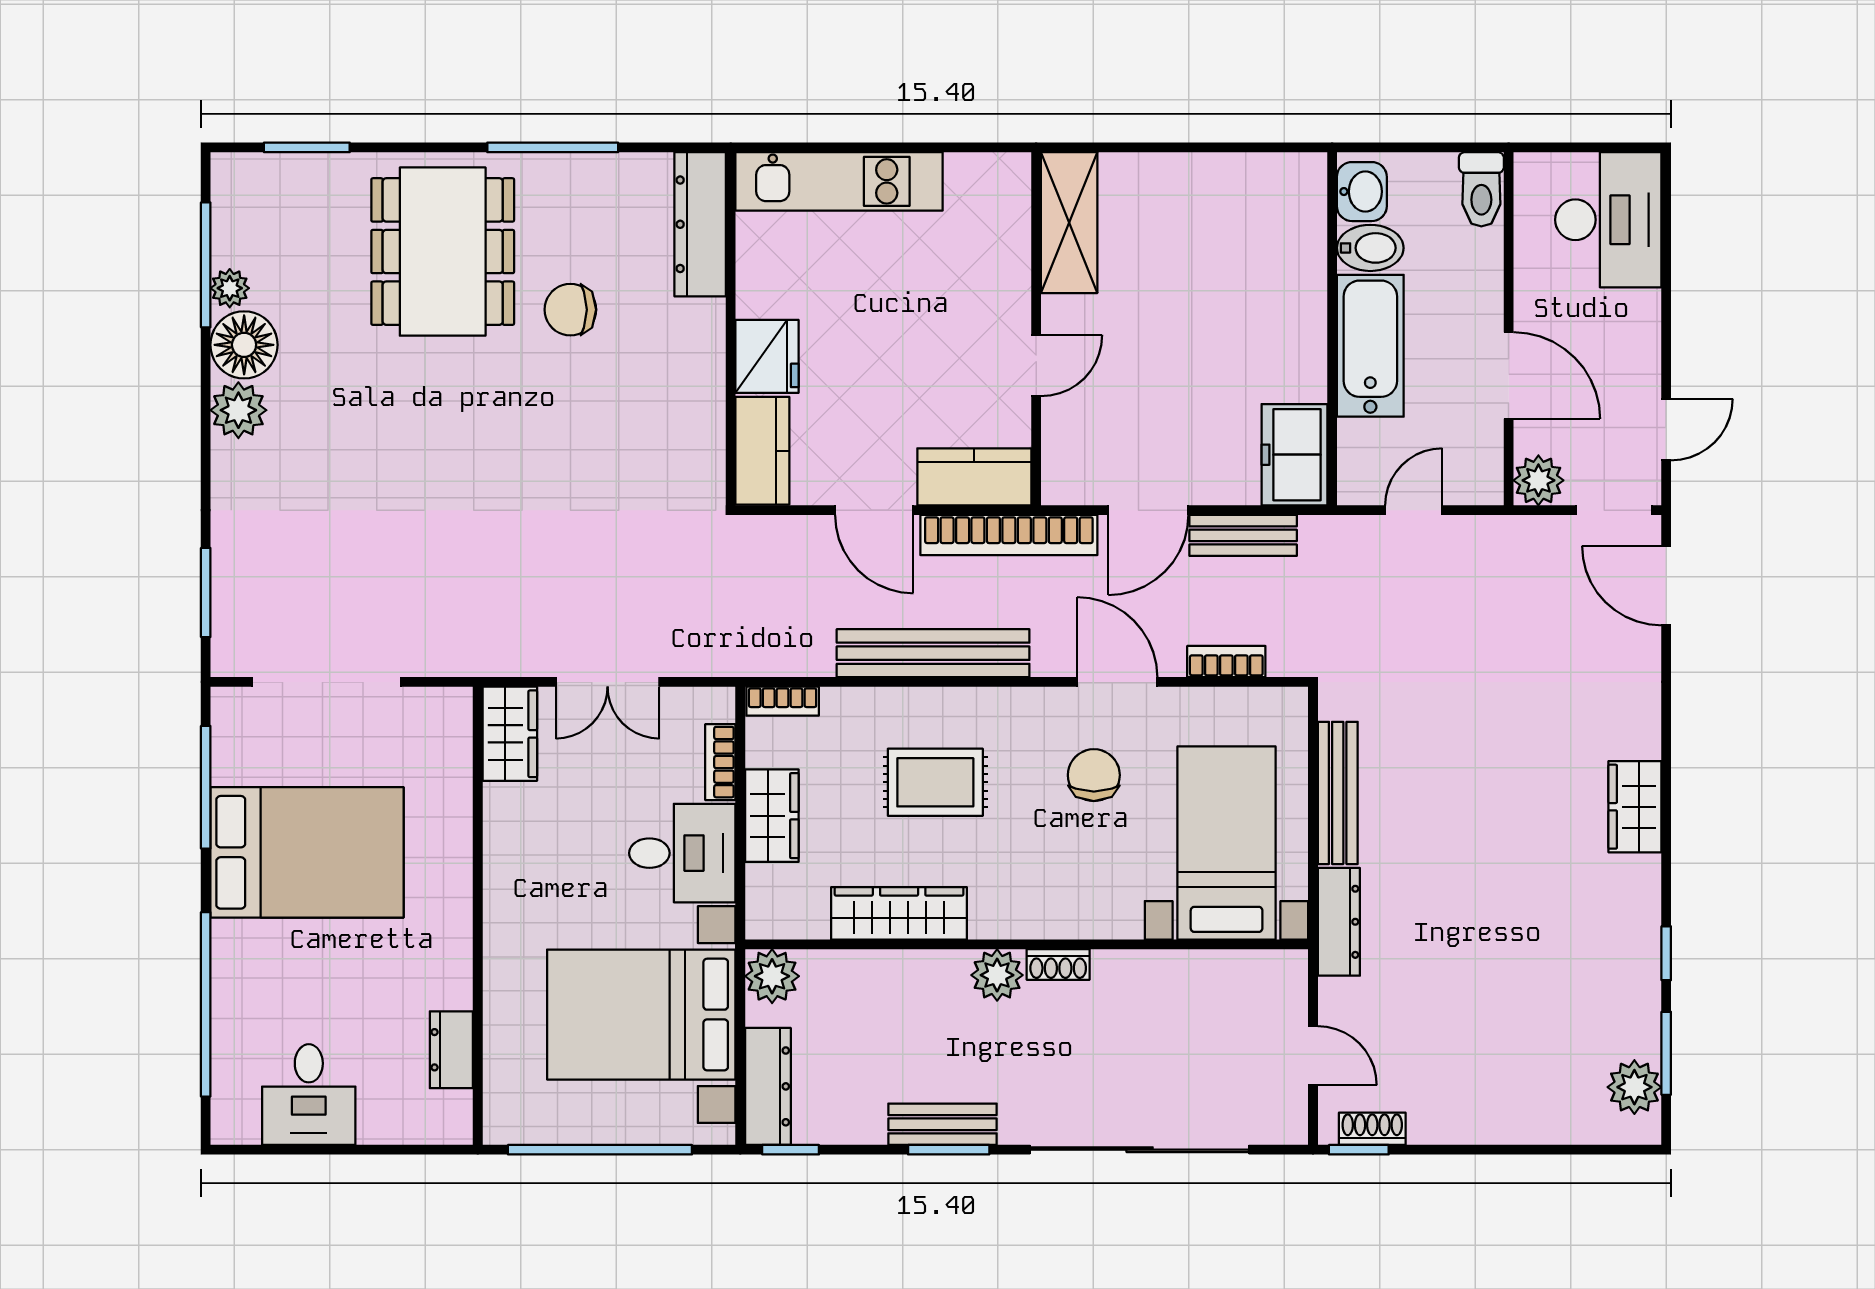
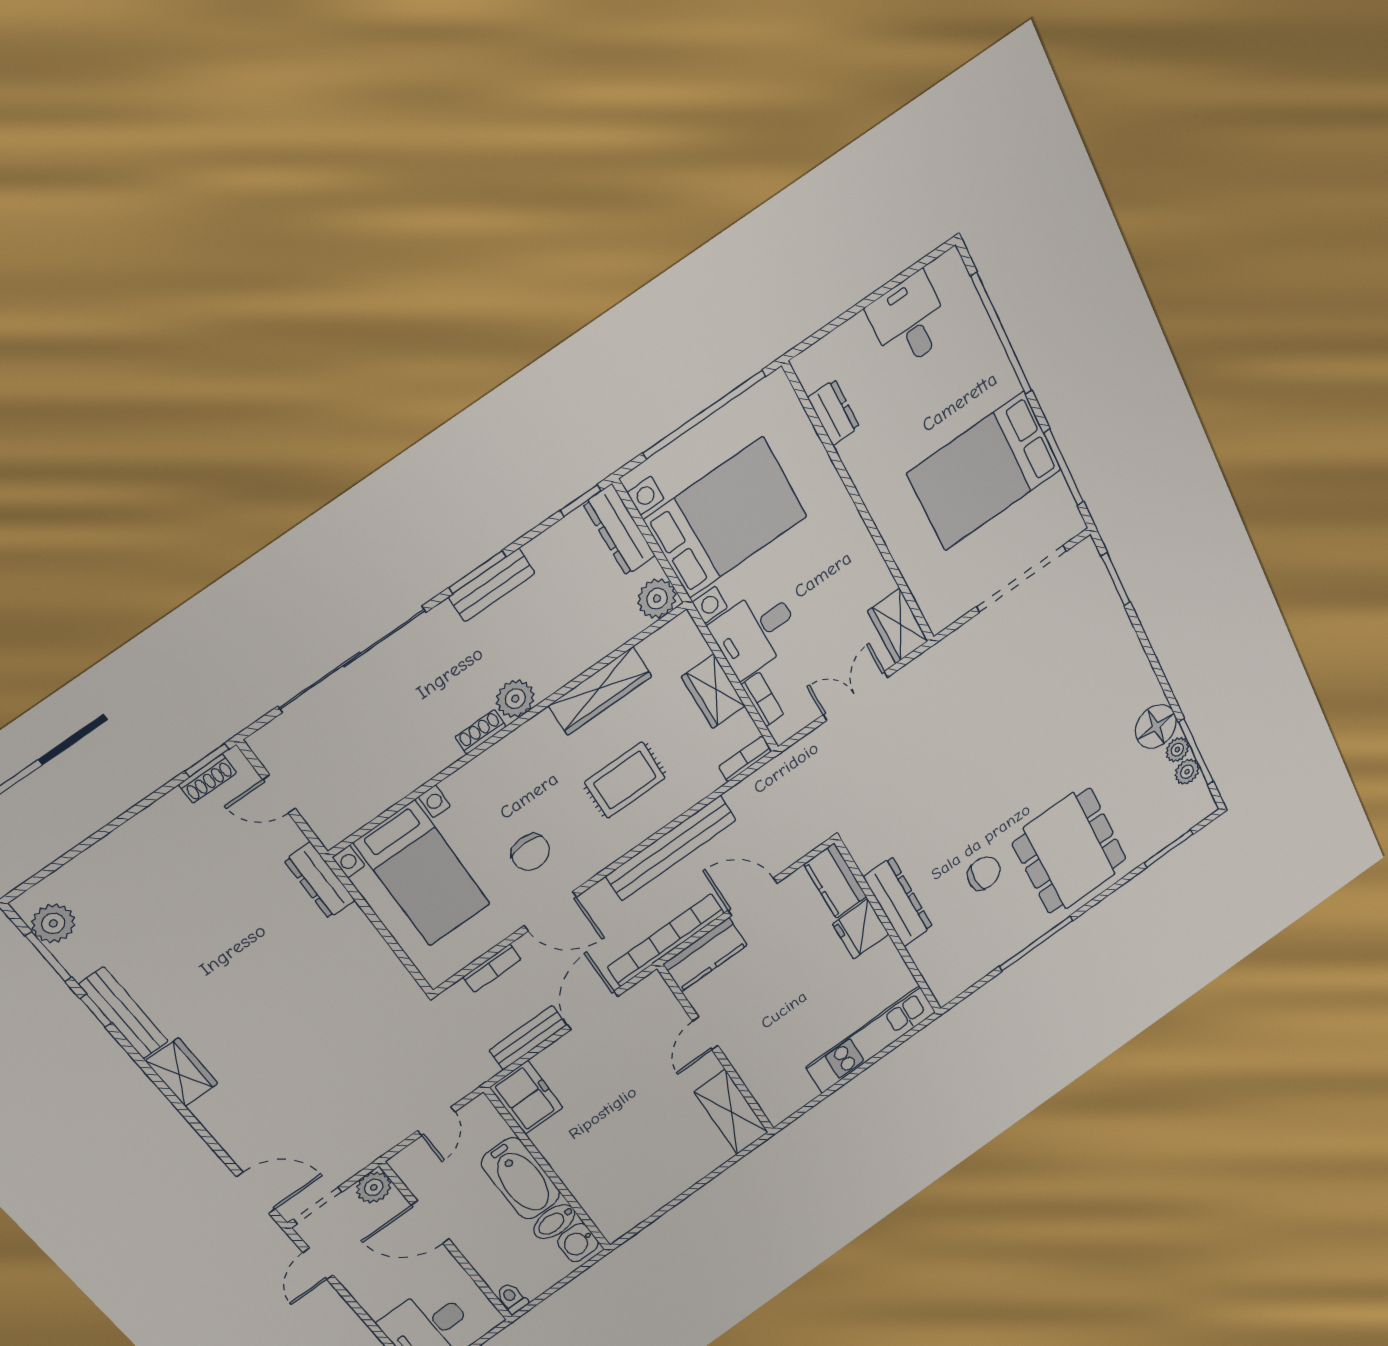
toilet: (1481, 189) -> (512, 1298), width x0.73, depth x0.72
dresser: (700, 224) -> (898, 902), moved
plant: (238, 410) -> (1187, 772), moved, width x0.73, depth x0.73
bench: (1338, 793) -> (124, 1013), moved

